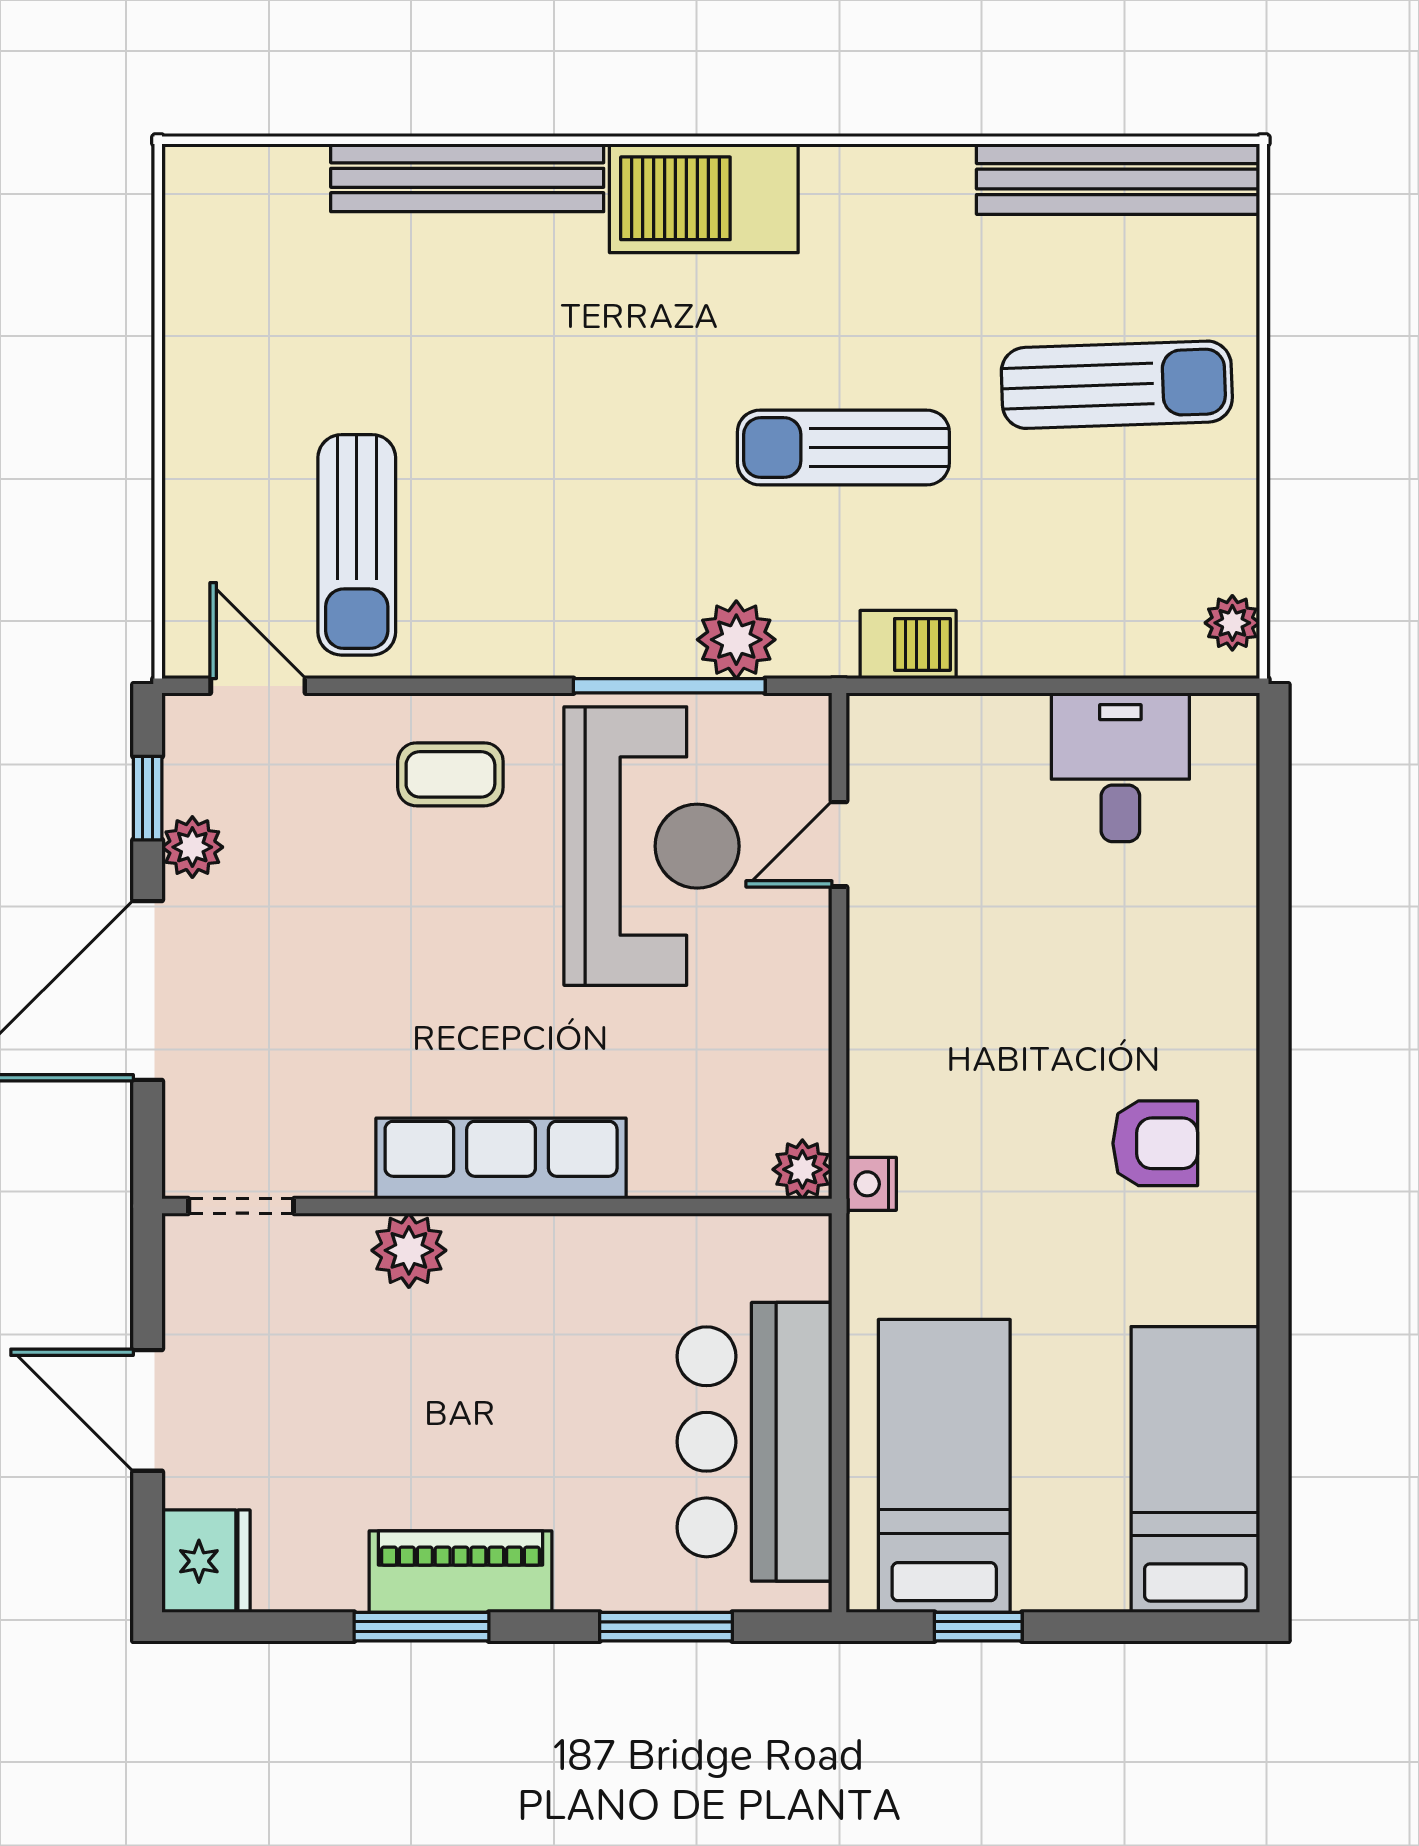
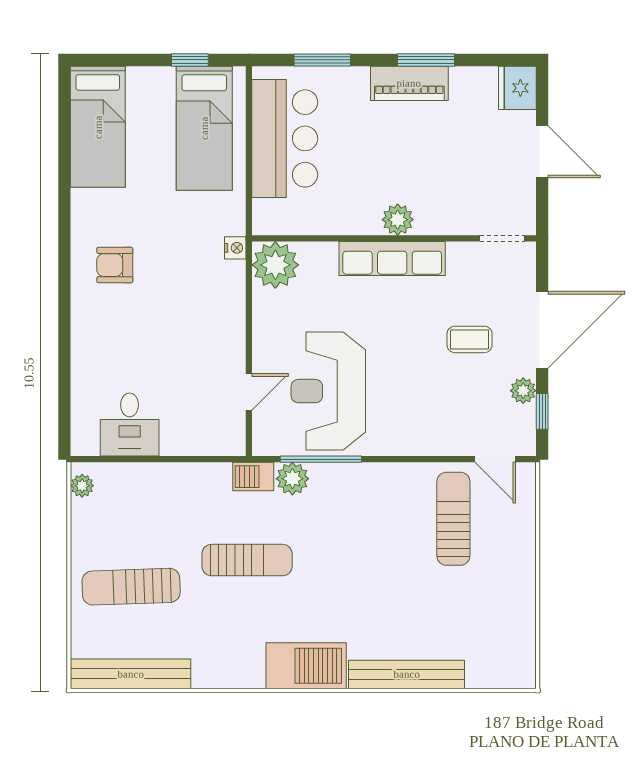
barbecue: (908, 644) -> (253, 477), moved
coffee table: (450, 774) -> (470, 339), moved
plant: (802, 1169) -> (275, 265), width x1.88, depth x1.88
plant: (409, 1250) -> (398, 220), moved

